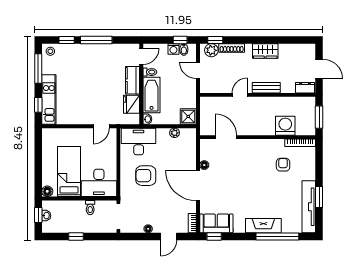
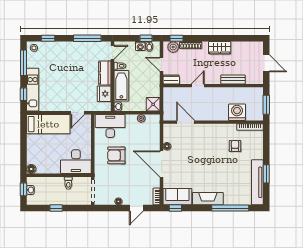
window: (96, 40) -> (87, 38), moved
bench: (266, 88) -> (233, 79), moved
dresser: (305, 88) -> (171, 79), moved
bed: (69, 172) -> (48, 124), moved, turned 90
fireplace: (263, 226) -> (208, 199), moved

